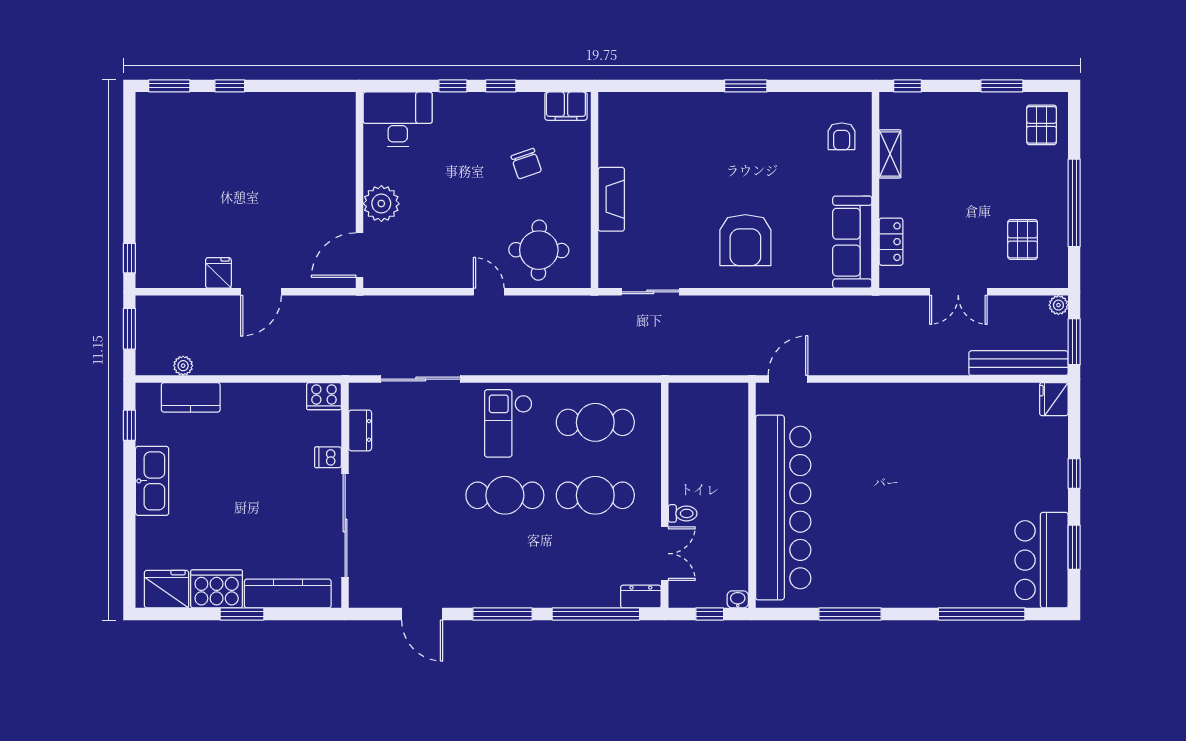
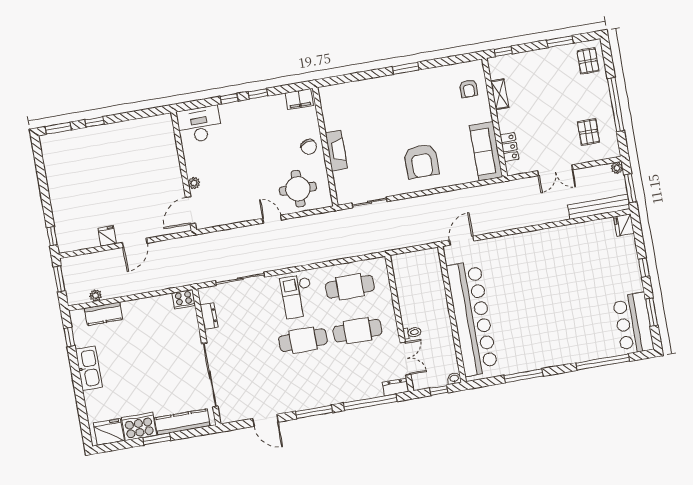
chair: (526, 164) -> (309, 147), moved
plant: (381, 204) -> (194, 183), width x0.53, depth x0.53
dishwasher: (328, 457) -> (192, 336), removed

